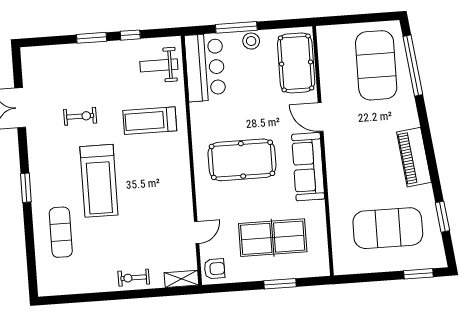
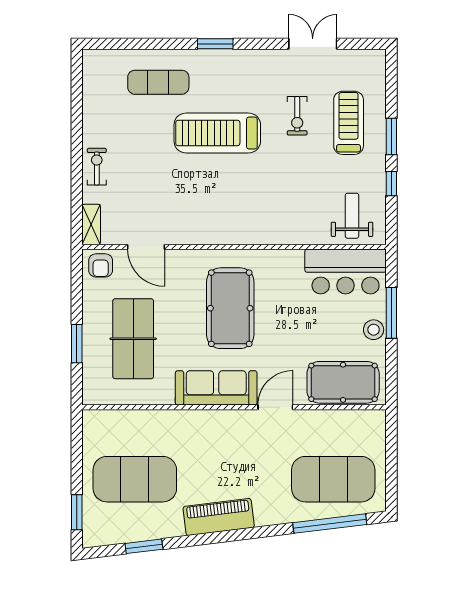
treadmill: (150, 121) -> (349, 123), moved
exercise mat: (388, 228) -> (135, 479), turned 90
door: (197, 232) -> (146, 247), width x1.38

